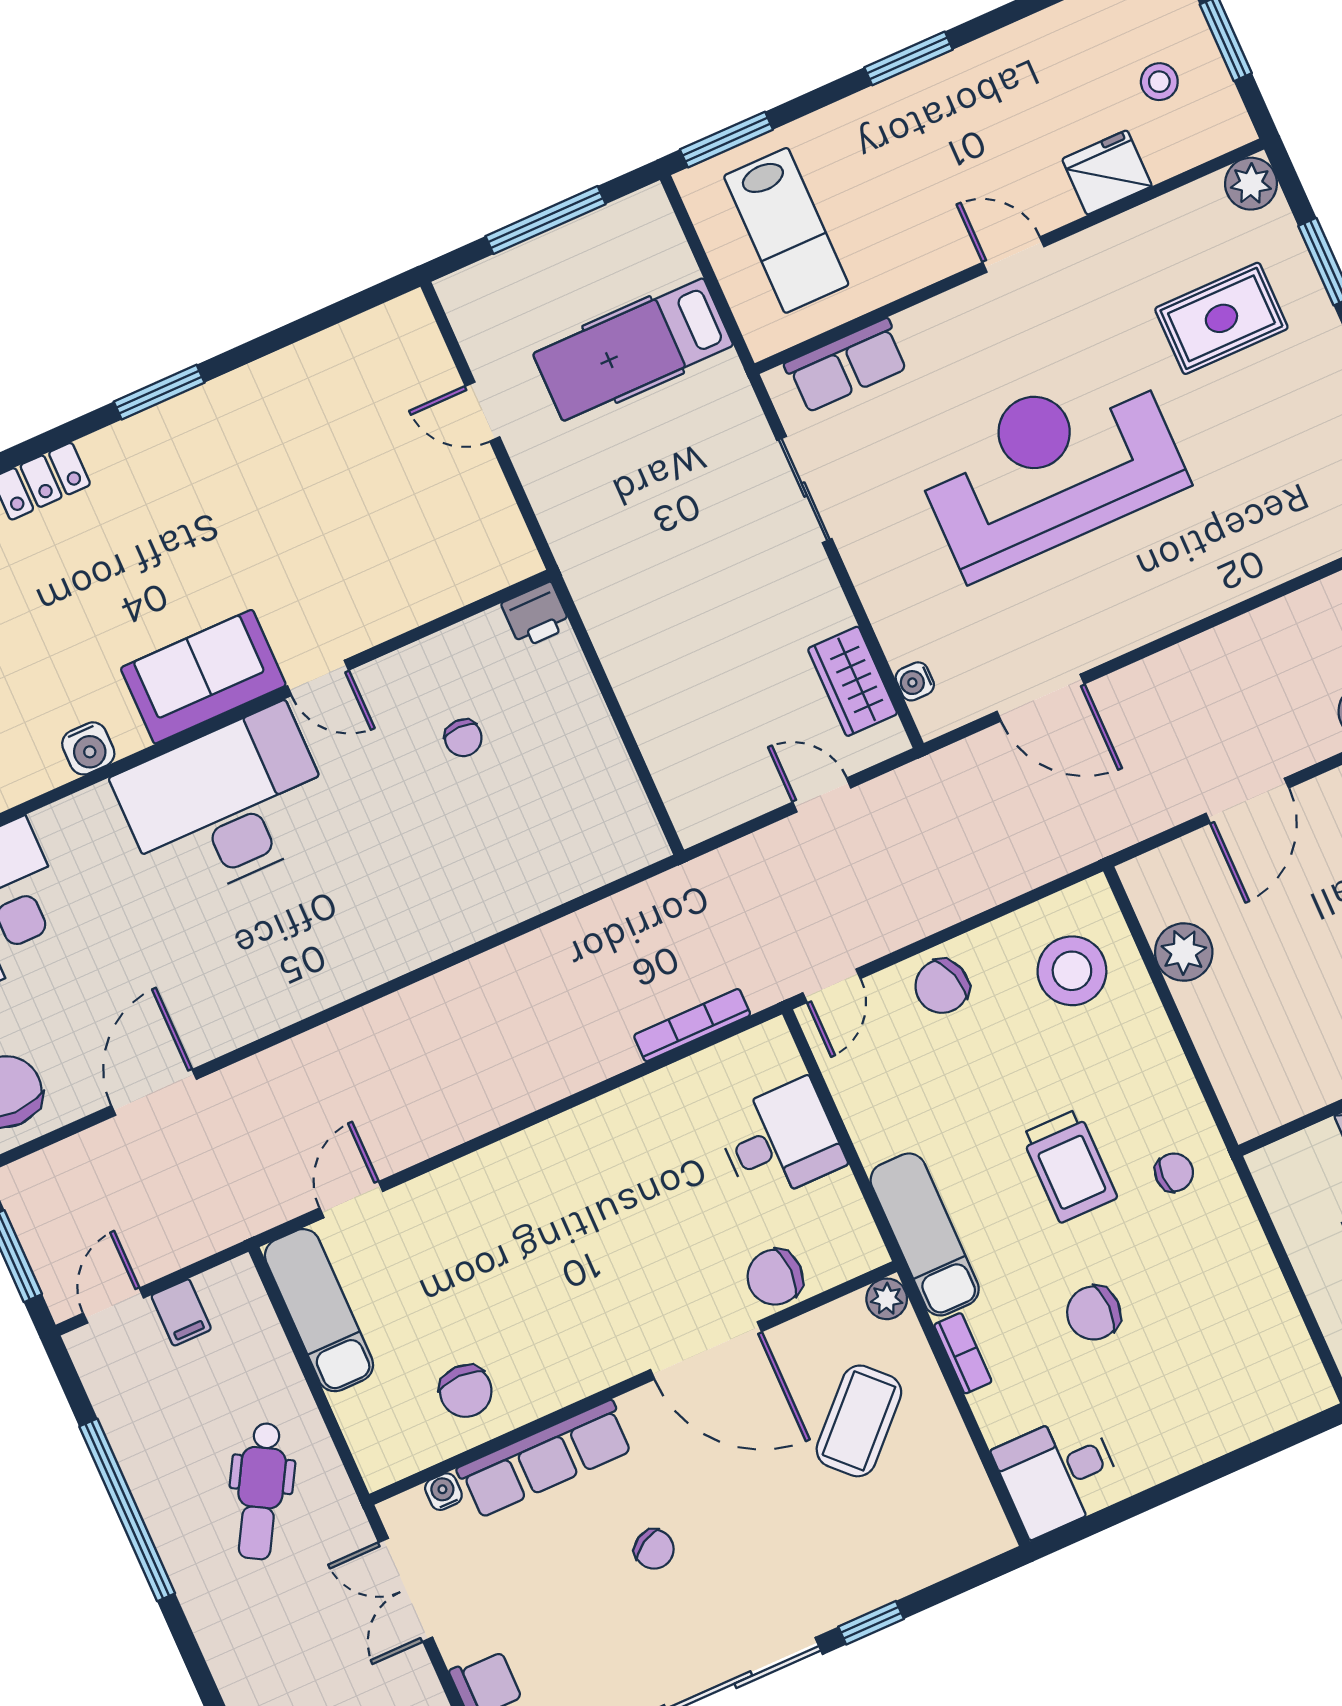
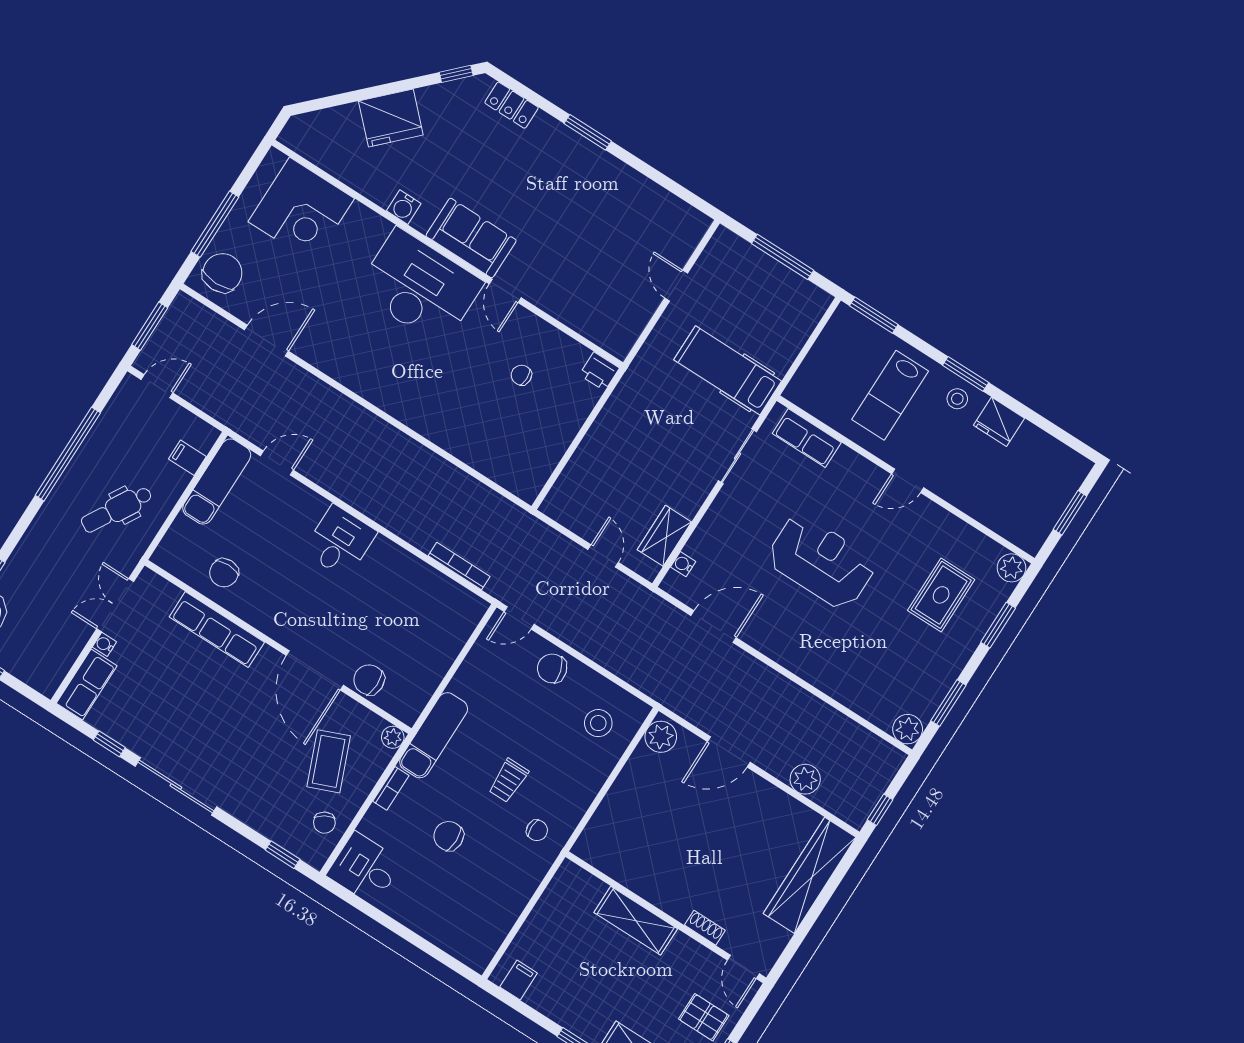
stool: (1159, 82) -> (957, 399), moved
fridge: (1107, 172) -> (999, 422), moved, turned 180
lab bench: (786, 230) -> (890, 395), moved
door: (1013, 255) -> (908, 481), swing flipped
rug: (1221, 318) -> (941, 595), turned 90
hospital bed: (633, 350) -> (728, 370), moved
reception desk: (1050, 468) -> (821, 562), width x0.74, depth x0.77
door: (1041, 698) -> (714, 627), swing flipped
chair: (463, 738) -> (521, 375), turned 90
plant: (1184, 952) -> (661, 737), moved
stool: (1072, 971) -> (598, 723), width x0.73, depth x0.73
desk: (780, 1141) -> (340, 542), moved, turned -90
trolley: (1069, 1166) -> (508, 781), width x0.73, depth x0.72
filing cabinet: (181, 1312) -> (187, 458), moved, turned 90
coffee table: (859, 1421) -> (329, 761), turned -67
water cooler: (443, 1492) -> (104, 644), moved, turned -90
chair: (654, 1549) -> (324, 823), moved
window: (871, 1623) -> (283, 855), moved

